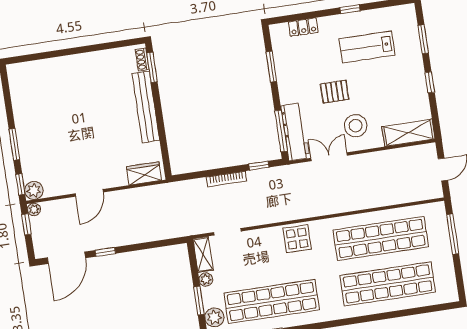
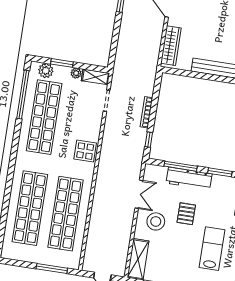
window: (281, 131) -> (181, 166), moved
workbench: (295, 132) -> (189, 178), moved
wardrobe: (144, 173) -> (171, 46), width x1.50

